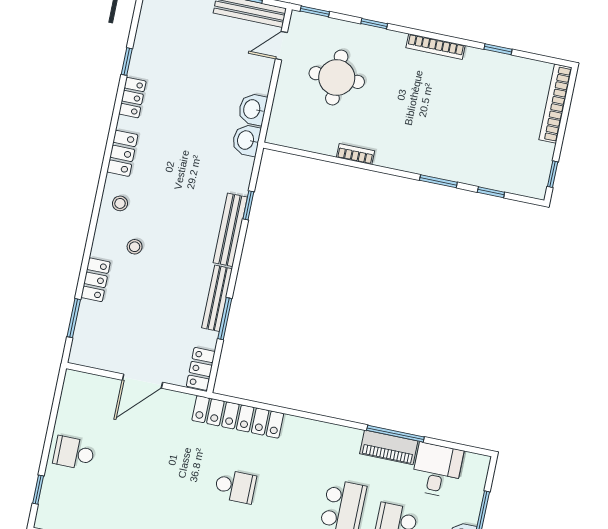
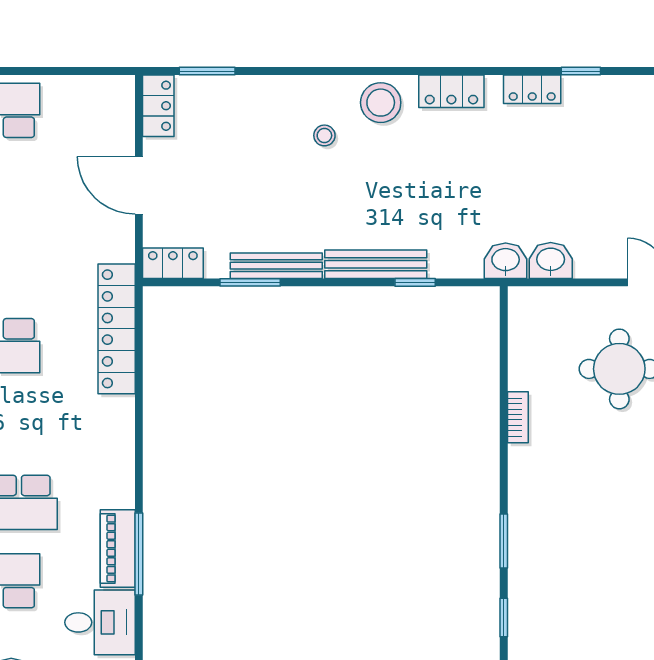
stool: (120, 203) -> (381, 103), width x1.89, depth x1.89
locker: (96, 280) -> (158, 106), moved, turned -90

